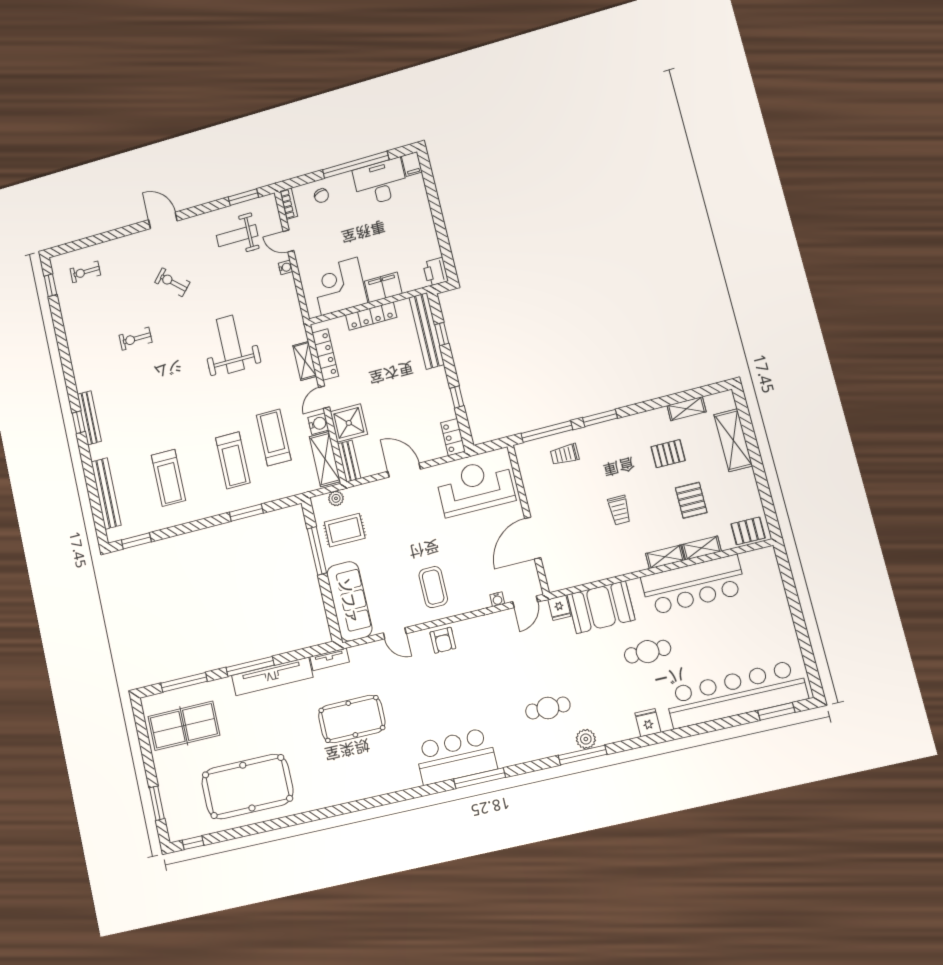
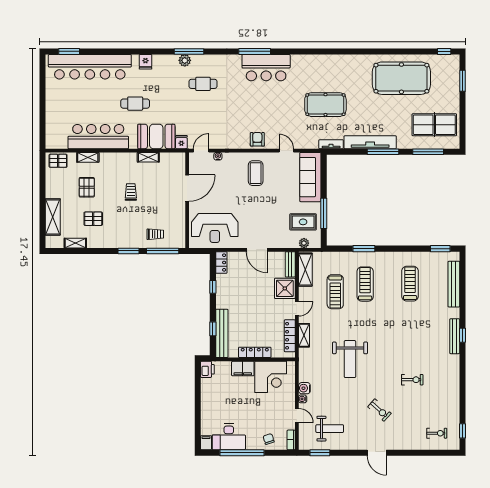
water cooler: (318, 424) -> (304, 388), moved
shelving: (665, 557) -> (148, 157), moved

